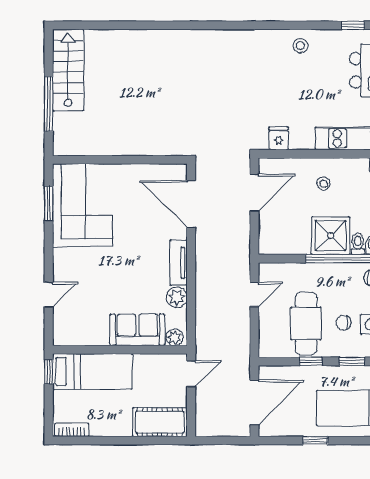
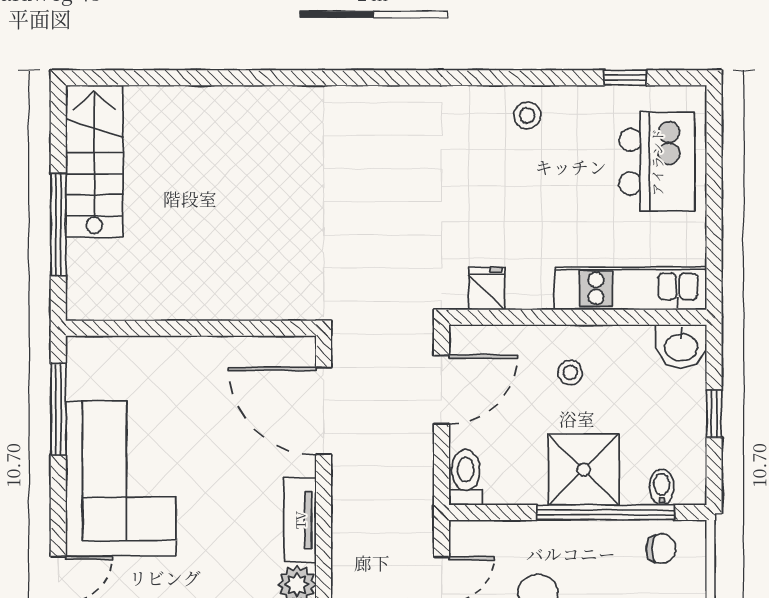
window: (49, 203) -> (58, 409), width x1.44
corner sofa: (82, 205) -> (121, 479), moved
toilet: (358, 244) -> (466, 477), moved, width x1.37, depth x1.39

